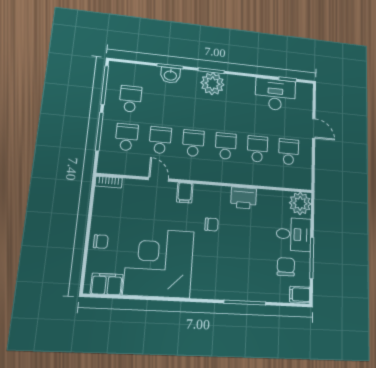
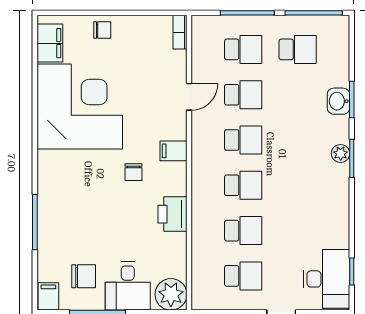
plant: (212, 84) -> (341, 153), width x0.53, depth x0.53
desk: (275, 94) -> (326, 279), moved
filing cabinet: (185, 193) -> (173, 151), moved
chair: (101, 242) -> (102, 30), turned -90

